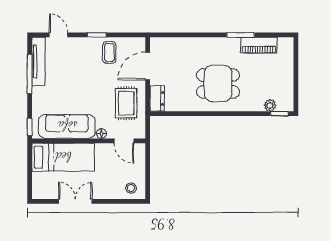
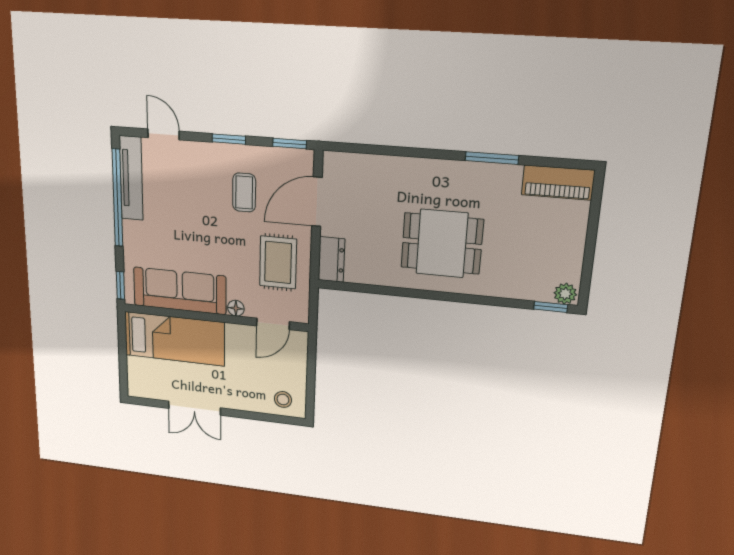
window: (131, 35) -> (290, 143), added
piano: (259, 45) -> (558, 183), moved
coffee table: (109, 52) -> (244, 192), moved
window: (30, 74) -> (117, 198), width x1.46
plant: (270, 105) -> (565, 294), moved
door: (124, 141) -> (273, 324), hinge flipped
double door: (75, 201) -> (194, 408), swing flipped

